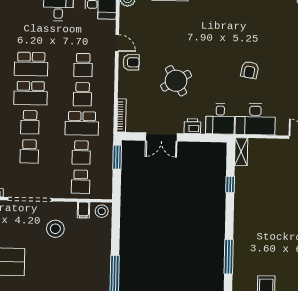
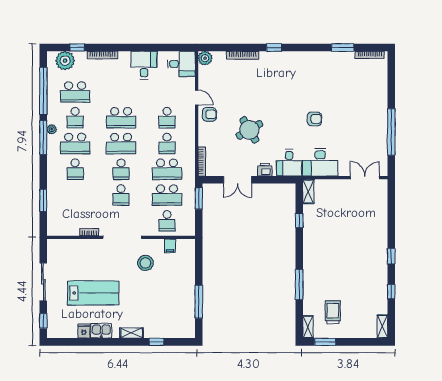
armchair: (250, 70) -> (314, 119), turned -100
school desk: (81, 153) -> (167, 195), width x1.85
stool: (102, 211) -> (186, 247), removed

